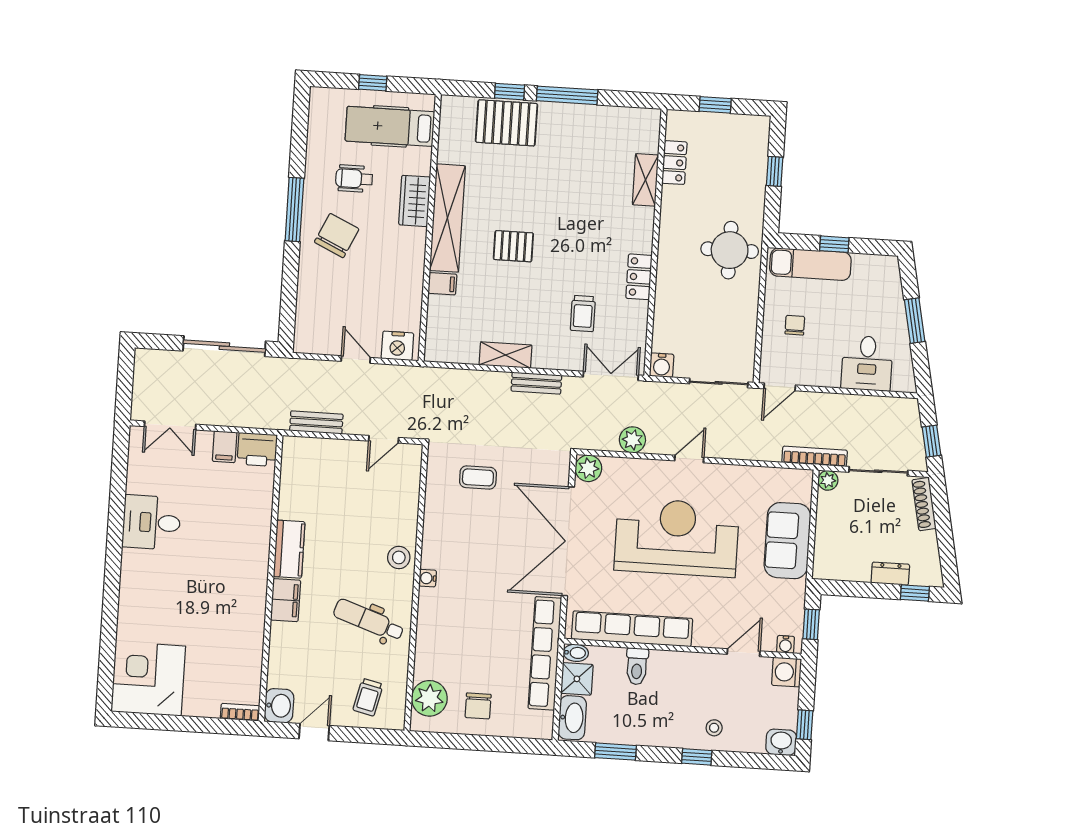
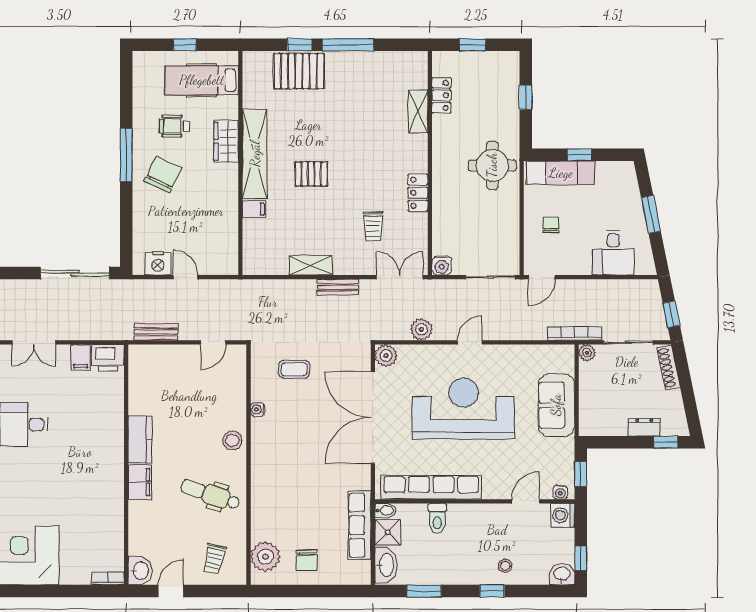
nightstand: (397, 346) -> (158, 263), moved
water cooler: (428, 578) -> (257, 409), moved
row of seats: (545, 653) -> (360, 525), width x0.73

